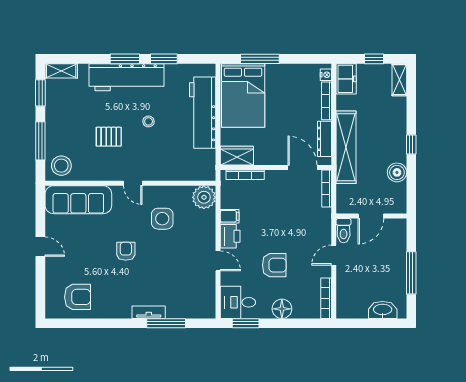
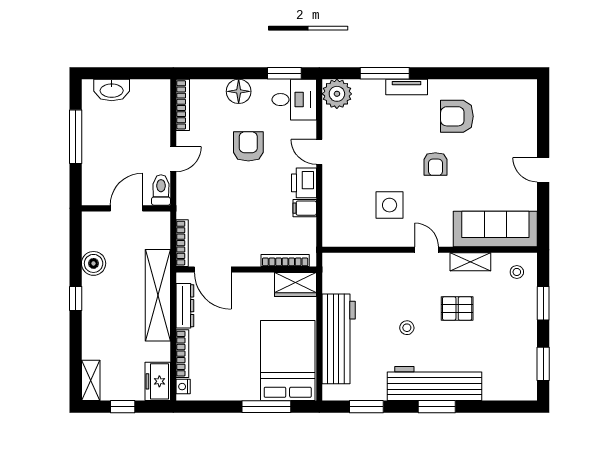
window: (164, 59) -> (366, 407), moved
shelving: (61, 71) -> (470, 262), moved
window: (40, 141) -> (543, 303), width x0.69
stool: (61, 166) -> (517, 272), width x0.53, depth x0.53
plant: (204, 197) -> (337, 94), moved
armchair: (274, 265) -> (248, 146), turned 90
armchair: (78, 297) -> (457, 116), moved

